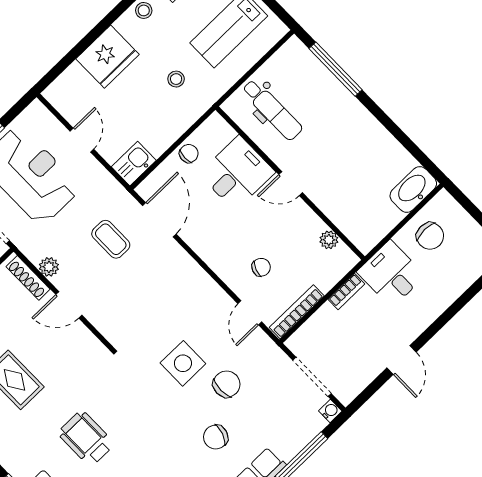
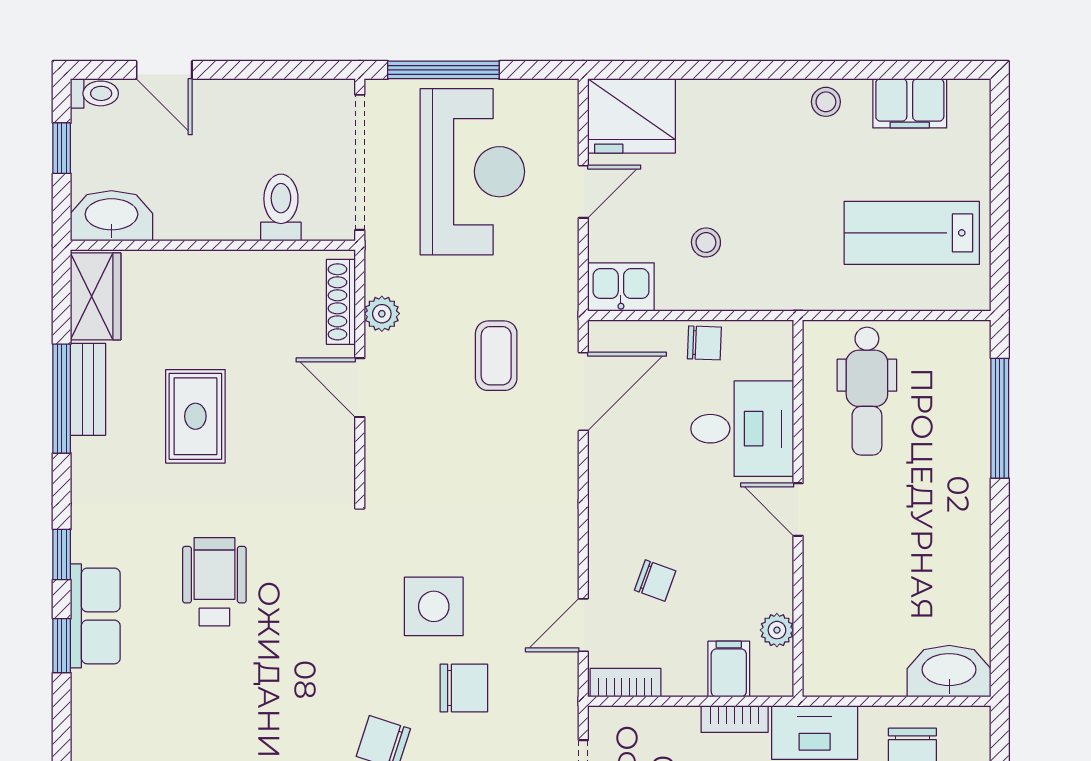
fridge: (107, 57) -> (632, 116), moved
stool: (176, 79) -> (706, 242), moved
filing cabinet: (325, 274) -> (729, 669), added
bookcase: (297, 312) -> (625, 683), width x0.64

